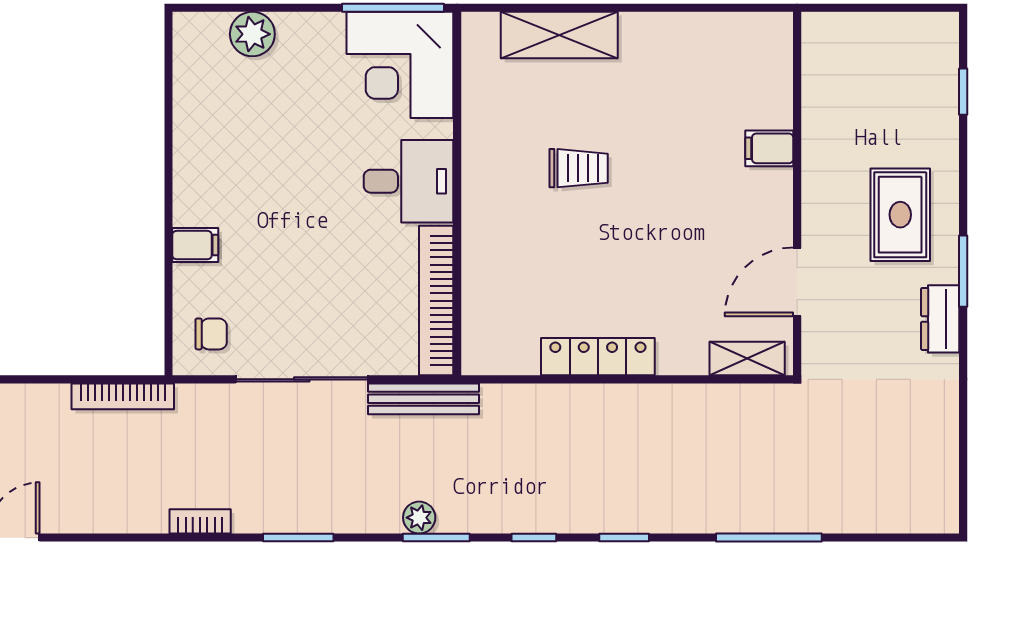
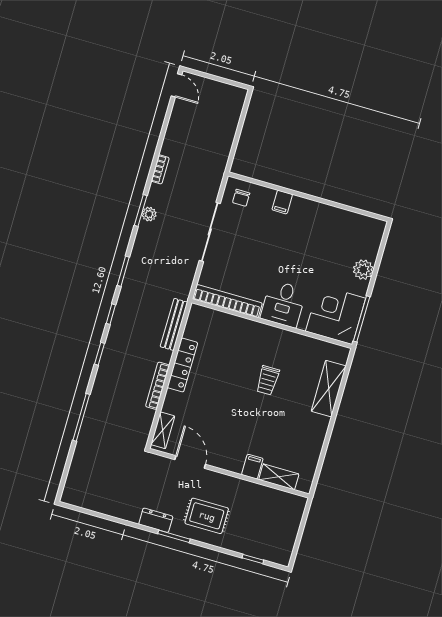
plant: (252, 34) -> (363, 270), moved
shelving: (775, 87) -> (279, 477), added
bookcase: (123, 396) -> (158, 386), moved
bench: (424, 399) -> (174, 324), moved
plant: (419, 518) -> (149, 214), moved

